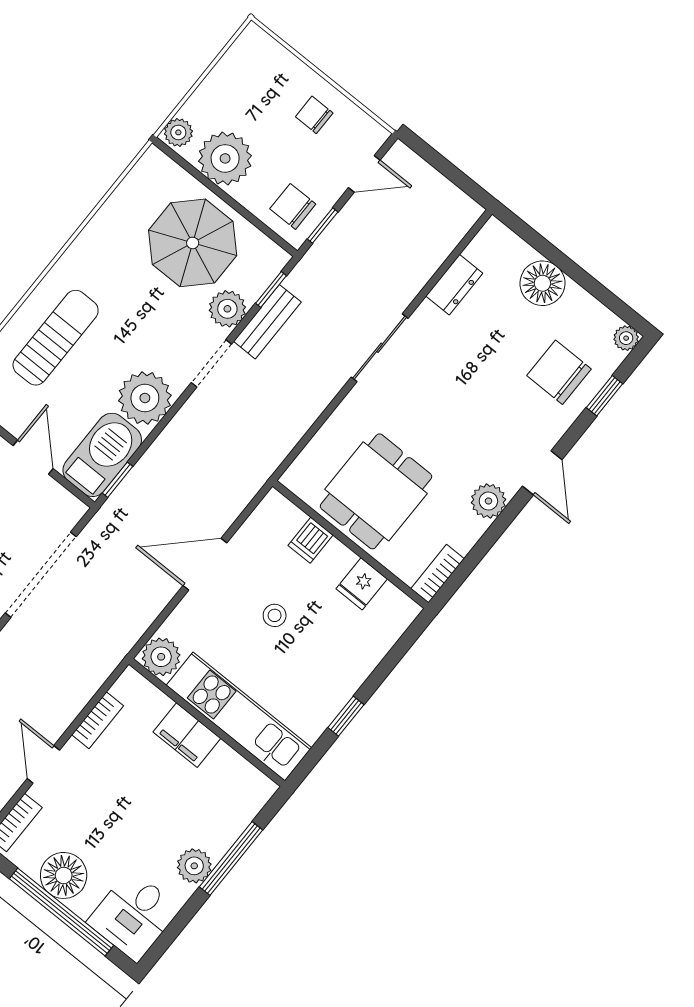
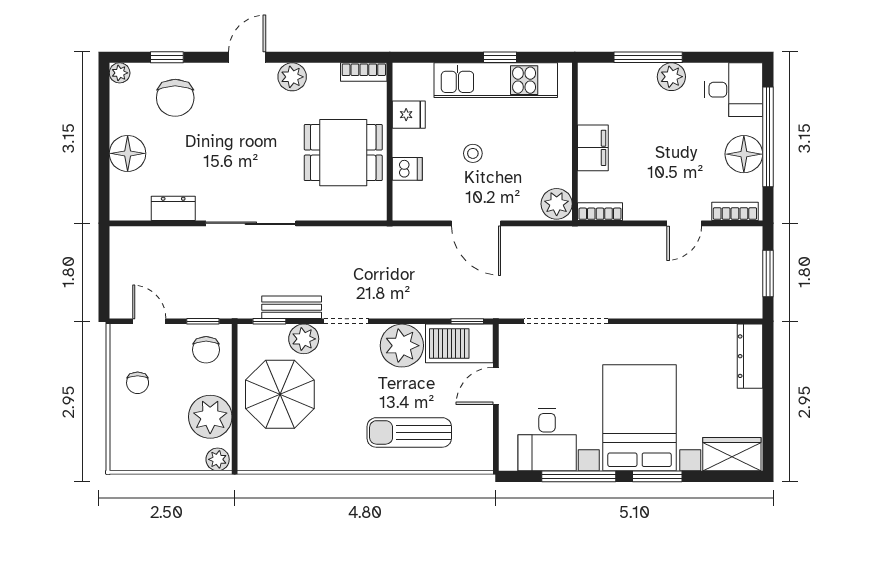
sliding door: (380, 348) -> (251, 223), width x1.37
kitchen unit: (239, 717) -> (496, 80), moved, turned -90
bookcase: (98, 720) -> (600, 212), moved

